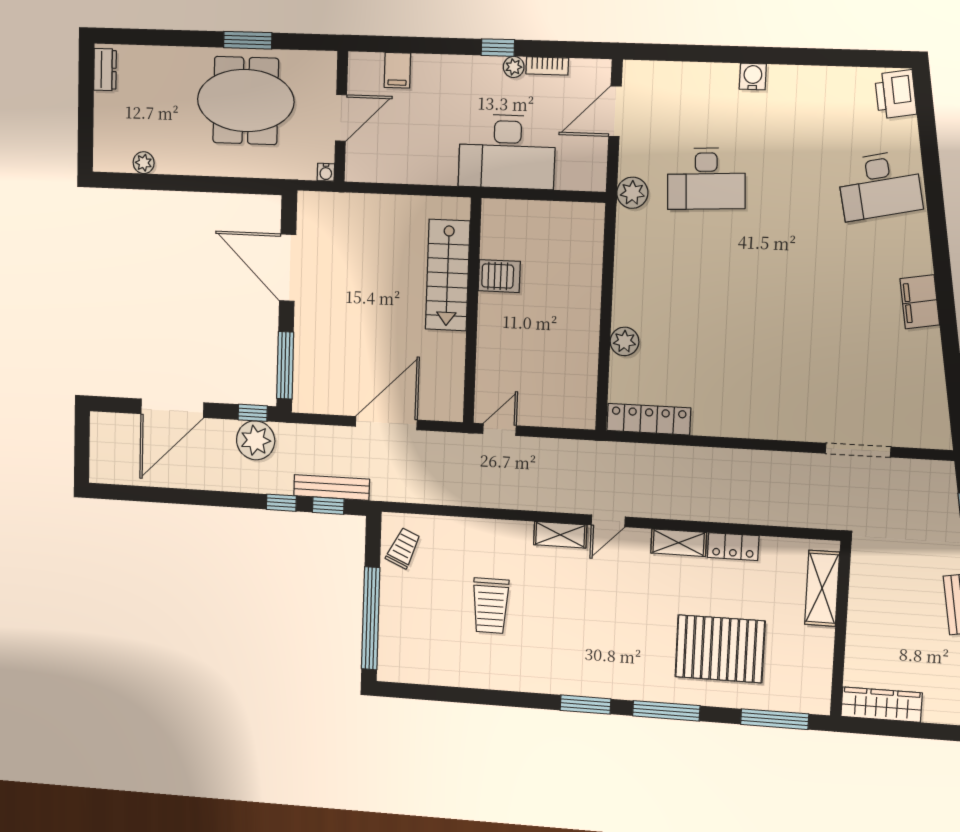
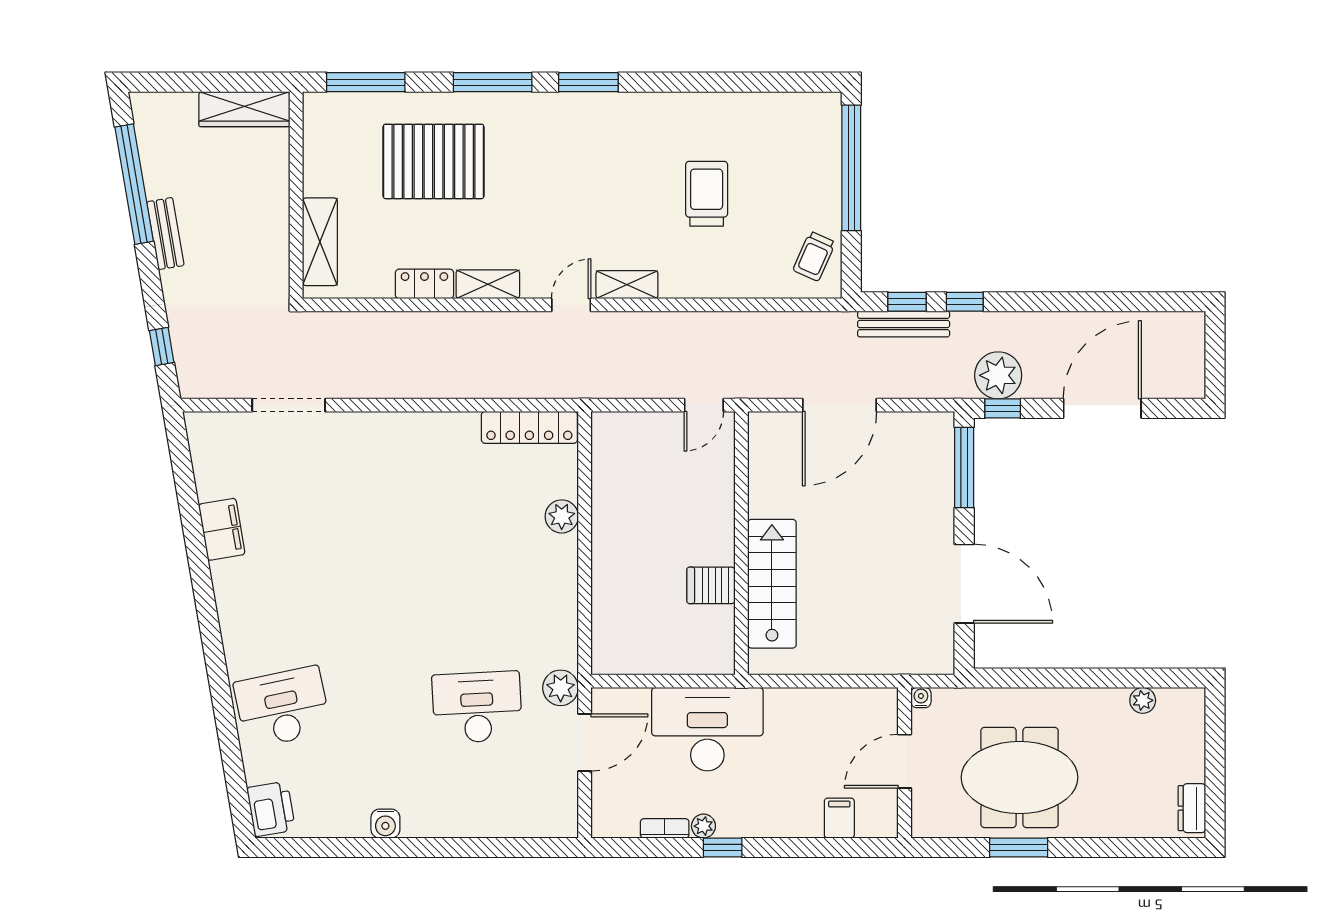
water cooler: (753, 77) -> (385, 824), moved
door: (615, 111) -> (585, 743), moved
filing cabinet: (920, 302) -> (222, 529), moved

